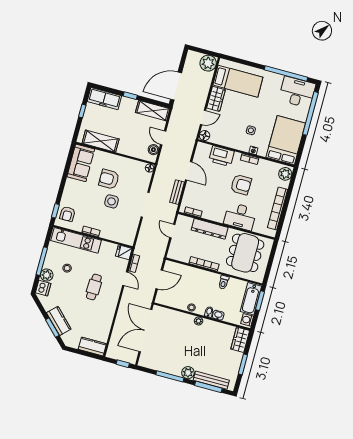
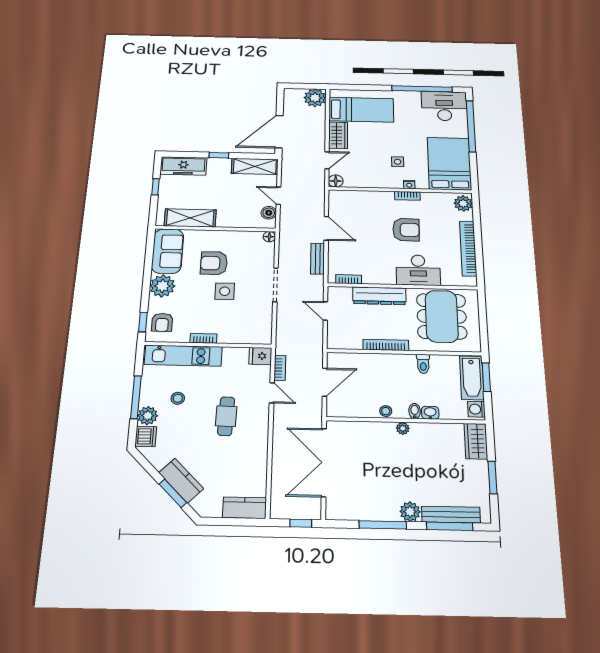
printer: (222, 156) -> (367, 201), removed
plant: (72, 188) -> (162, 286), added

